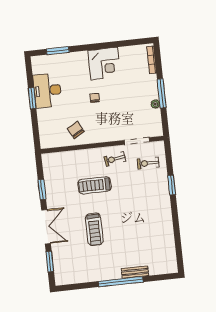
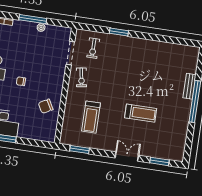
treadmill: (95, 185) -> (91, 117), moved
window: (42, 189) -> (79, 149), moved
double door: (46, 227) -> (127, 157), width x0.73

